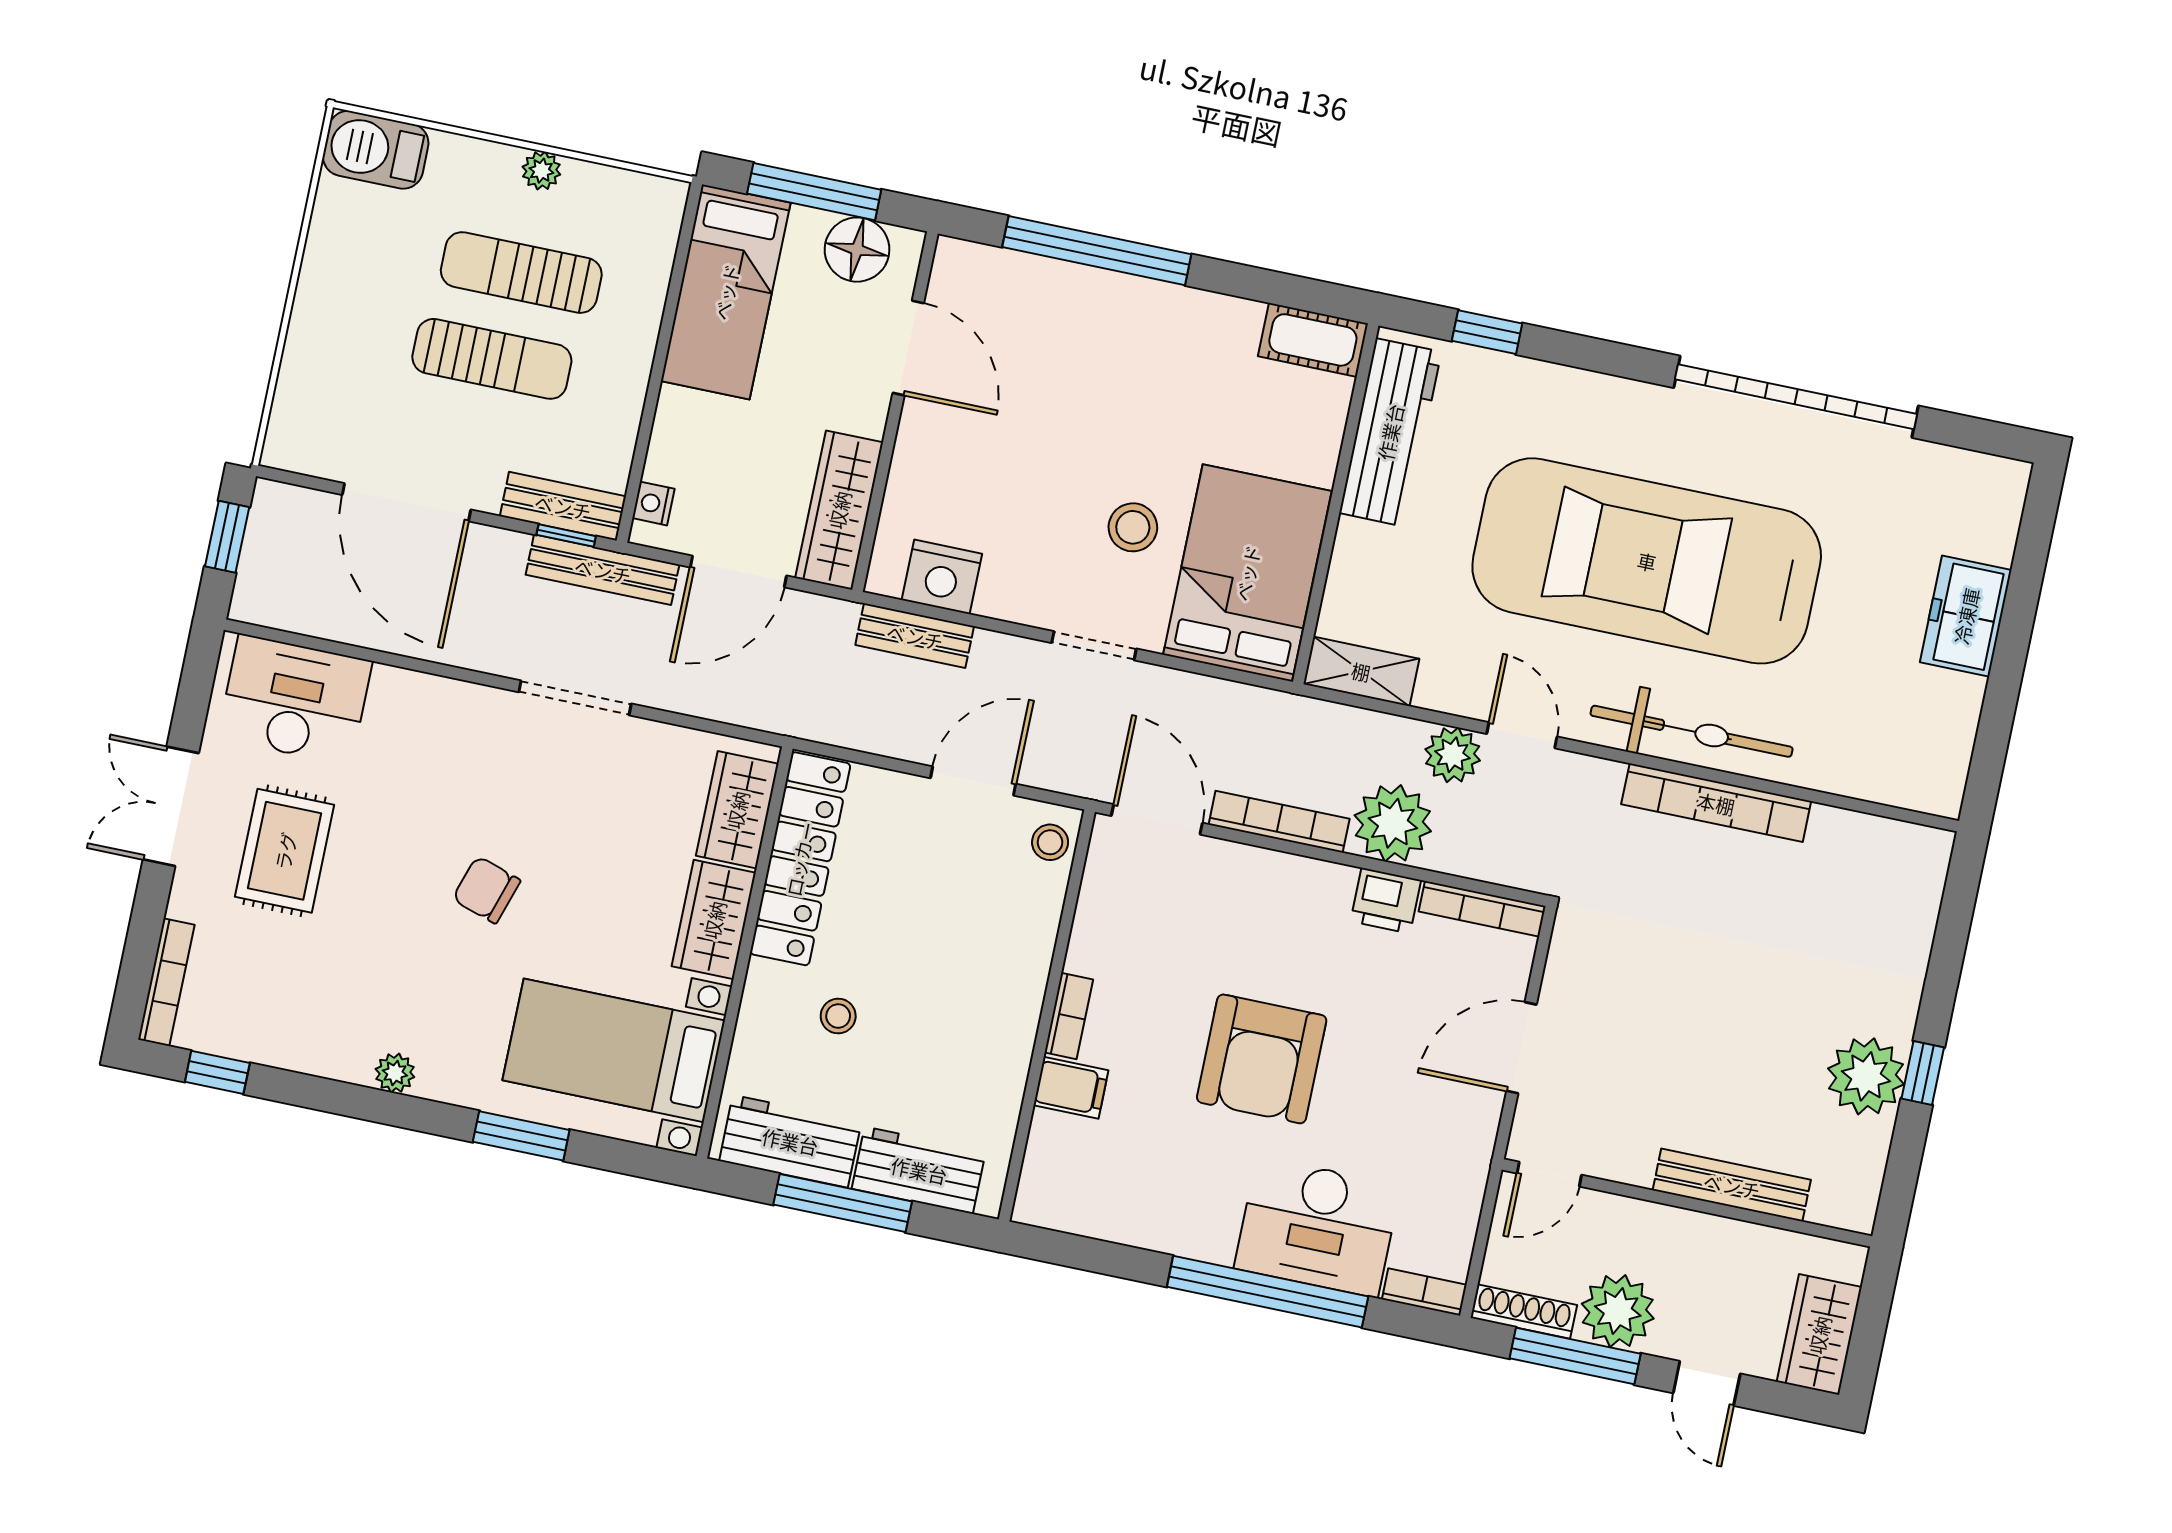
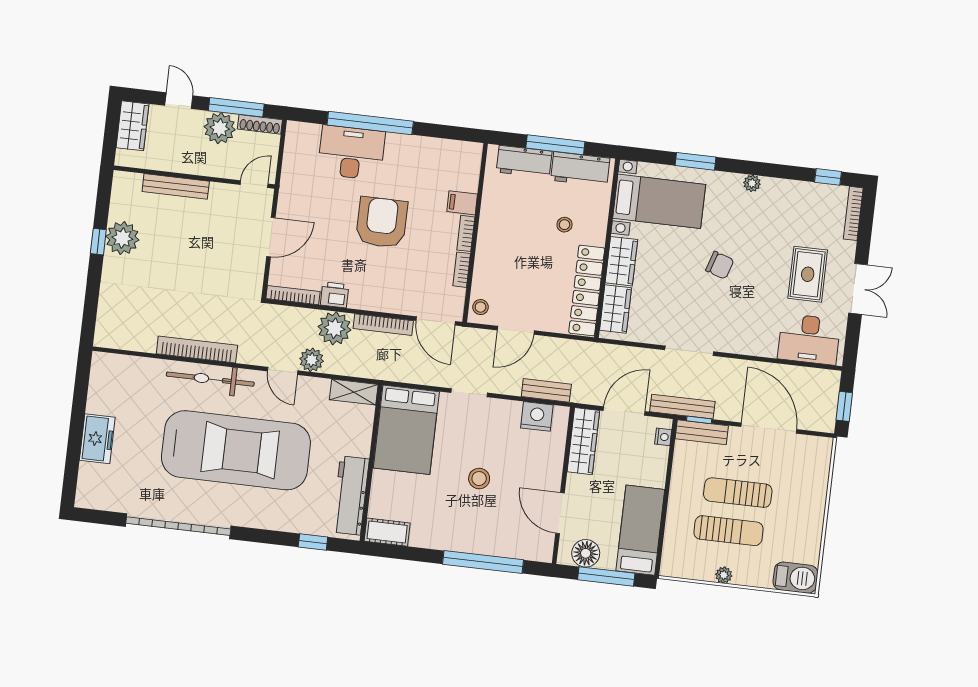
stool: (1133, 527) -> (479, 479), moved
bookcase: (1424, 1292) -> (462, 270), moved, turned 90

